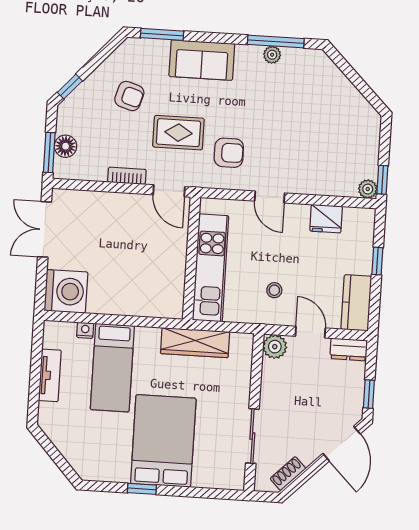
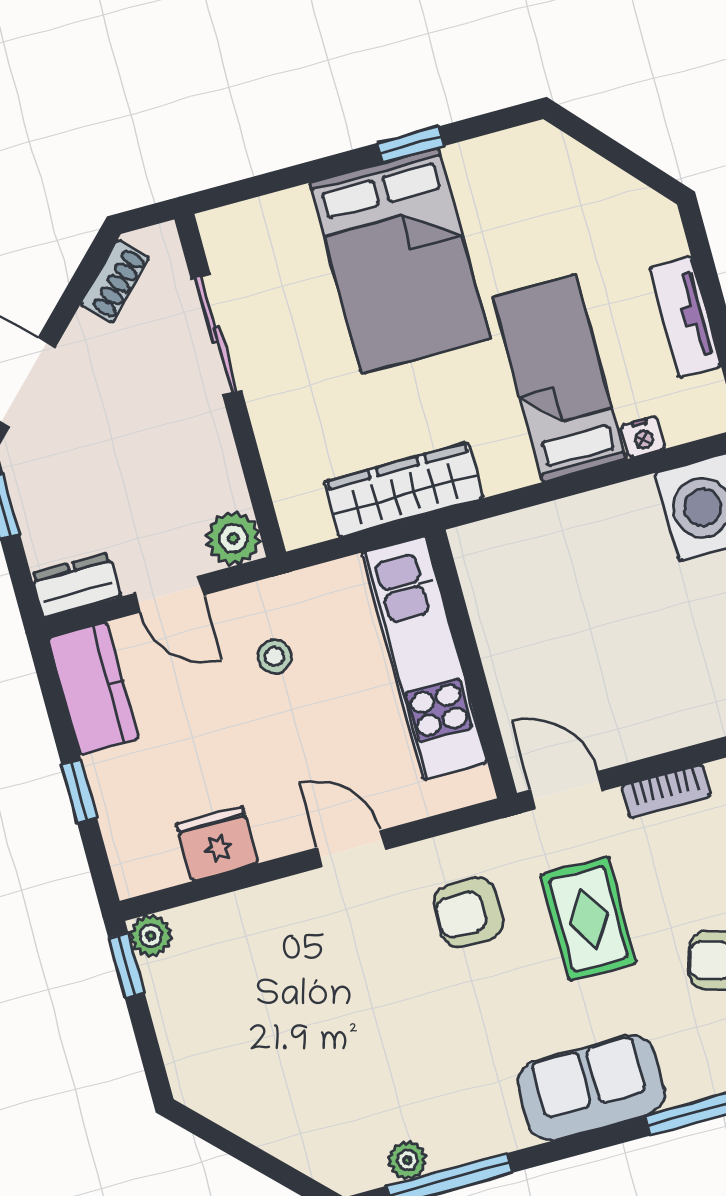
plant: (272, 55) -> (407, 1160), moved
rug: (178, 133) -> (589, 919), turned 90

